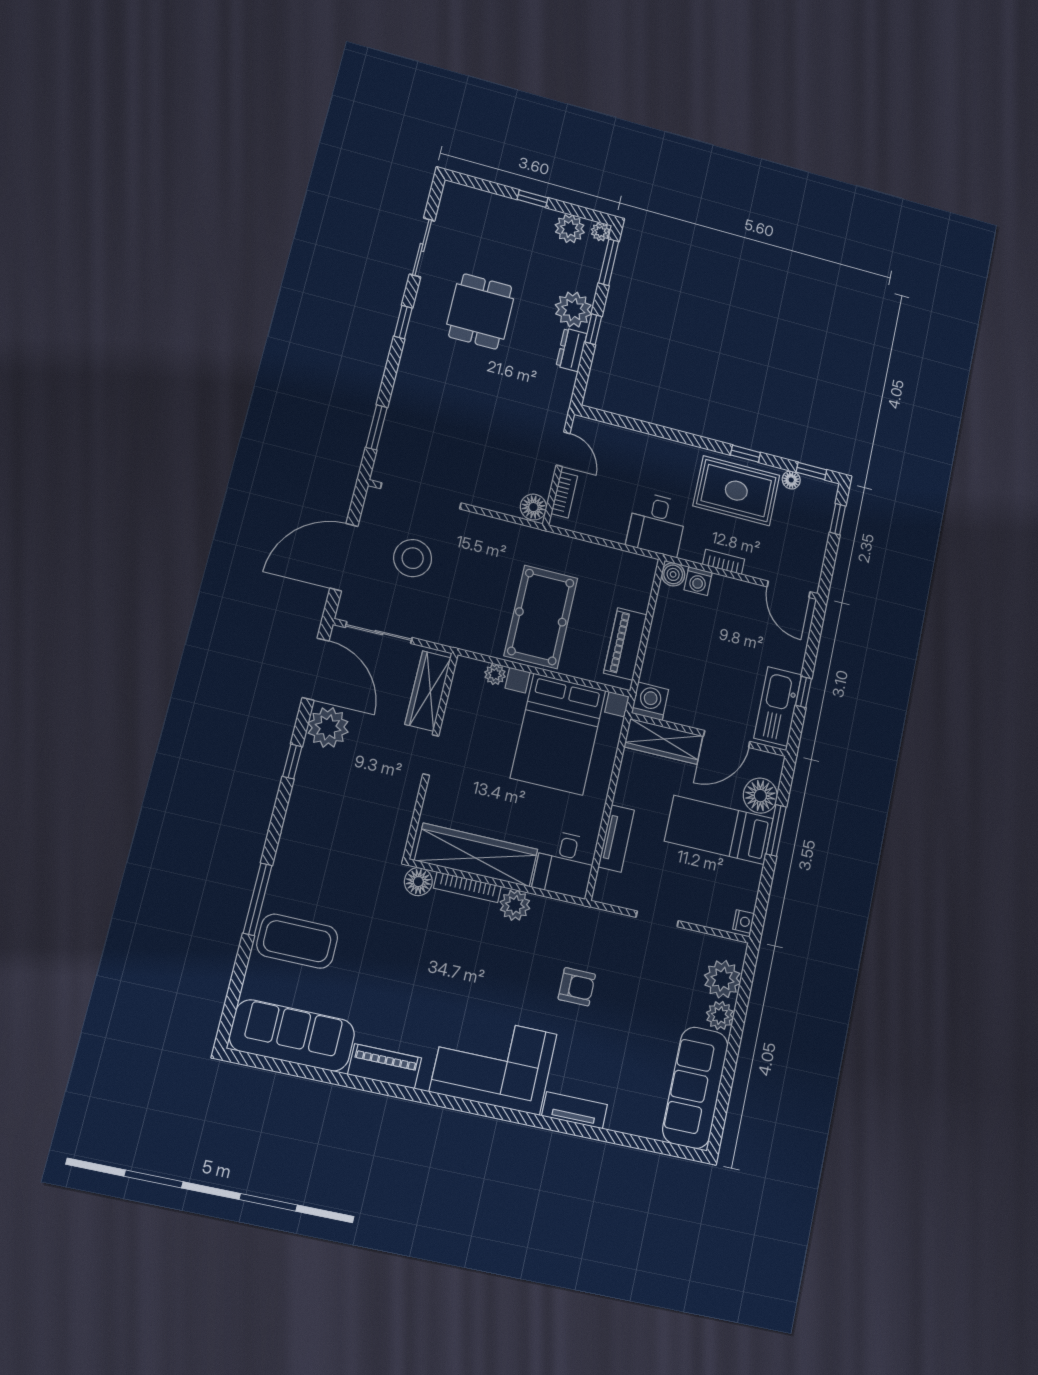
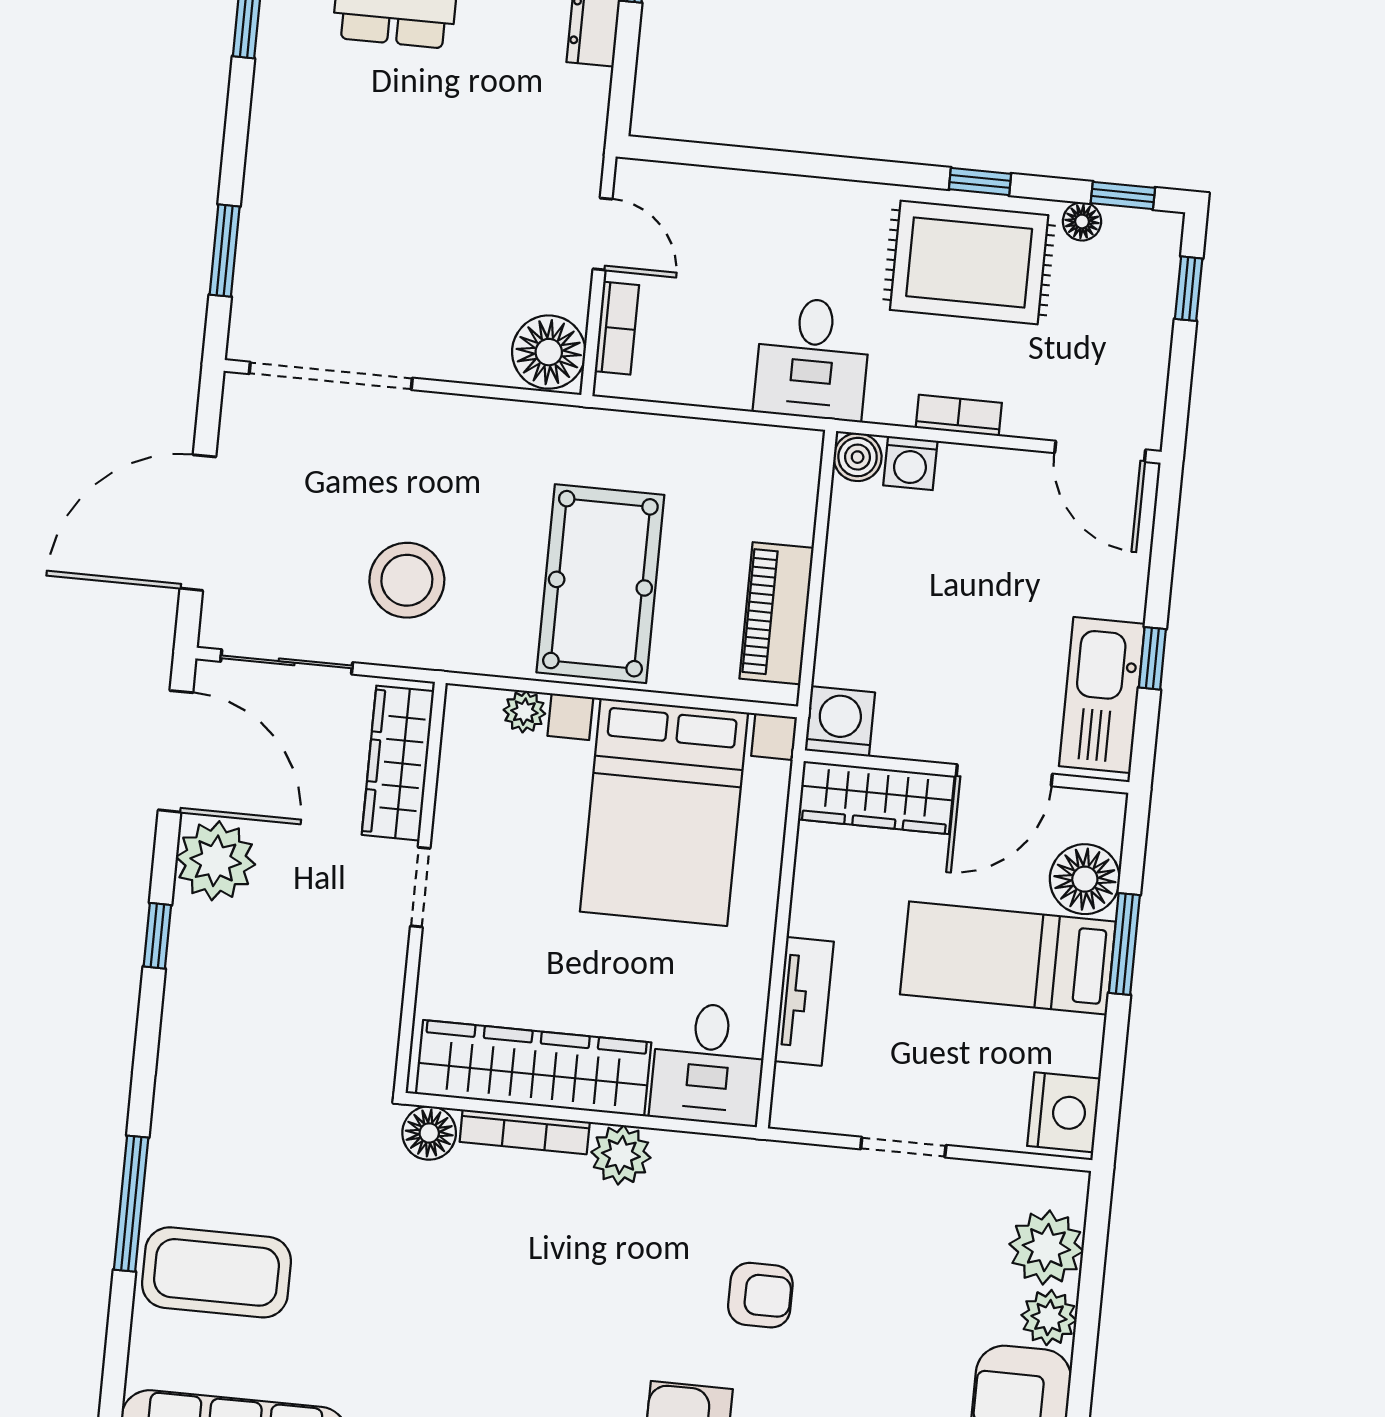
floor lamp: (533, 507) -> (549, 352), width x1.38, depth x1.38
stool: (413, 558) -> (407, 580), moved
nightstand: (743, 921) -> (1064, 1112), width x1.89, depth x1.79

